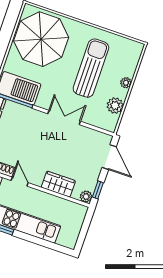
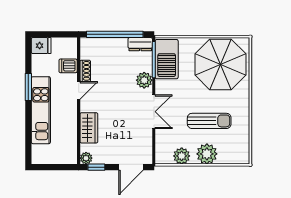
sun lounger: (91, 68) -> (209, 121), width x0.73, depth x0.75
plant: (126, 83) -> (207, 154), width x1.88, depth x1.88
plant: (31, 116) -> (144, 80), added

